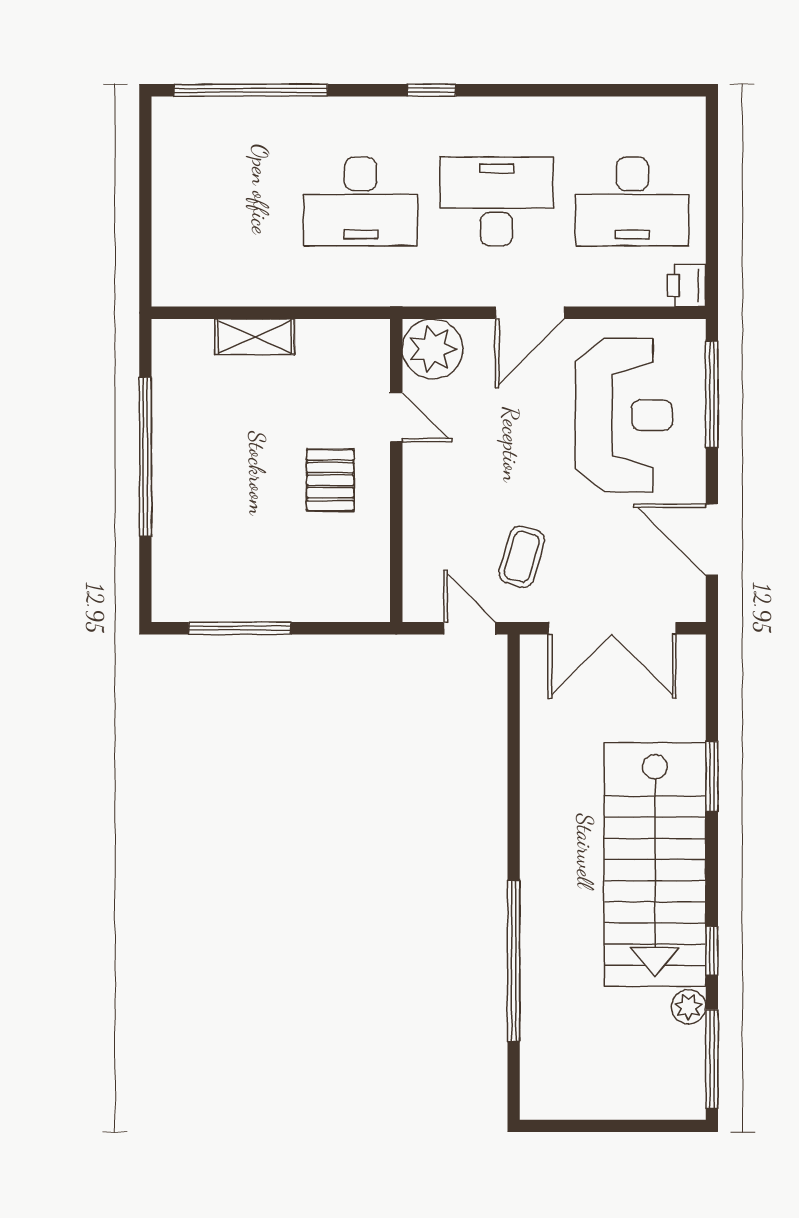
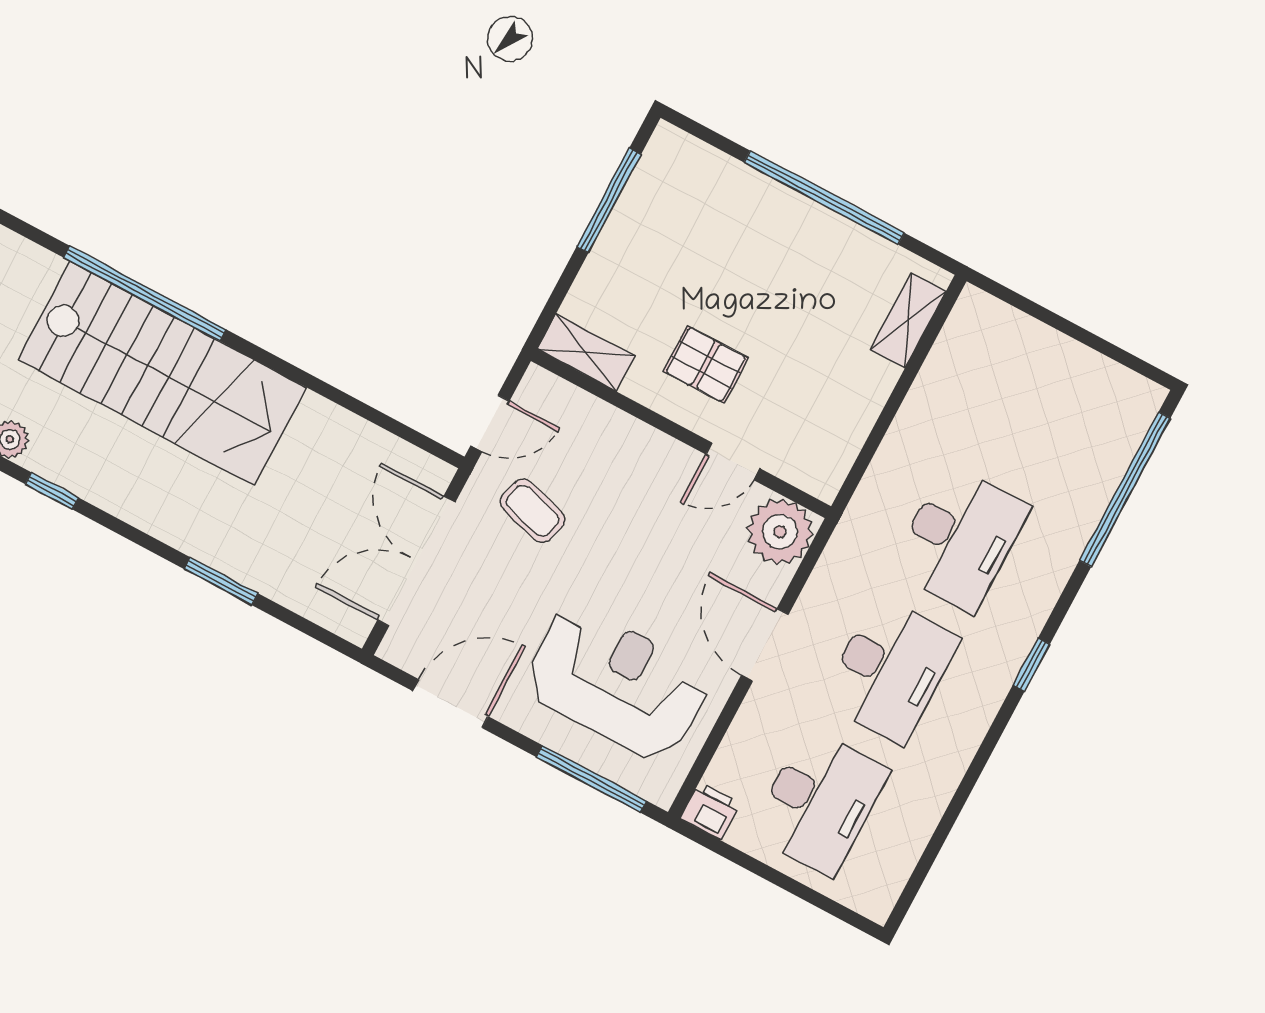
desk: (361, 201) -> (960, 538), turned 180
desk: (632, 201) -> (820, 802), turned 180
shelving: (255, 337) -> (908, 320), moved
reception desk: (624, 415) -> (617, 683), turned 180
shelving: (372, 581) -> (586, 353), added
stairs: (655, 864) -> (162, 374), moved, turned 180

